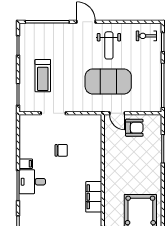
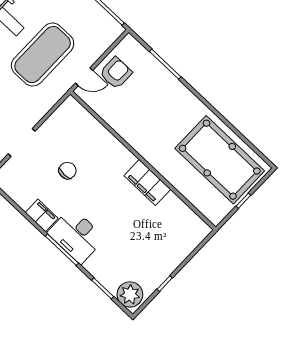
filing cabinet: (26, 164) -> (42, 215), width x2.00
desk: (32, 182) -> (76, 236), width x1.37

